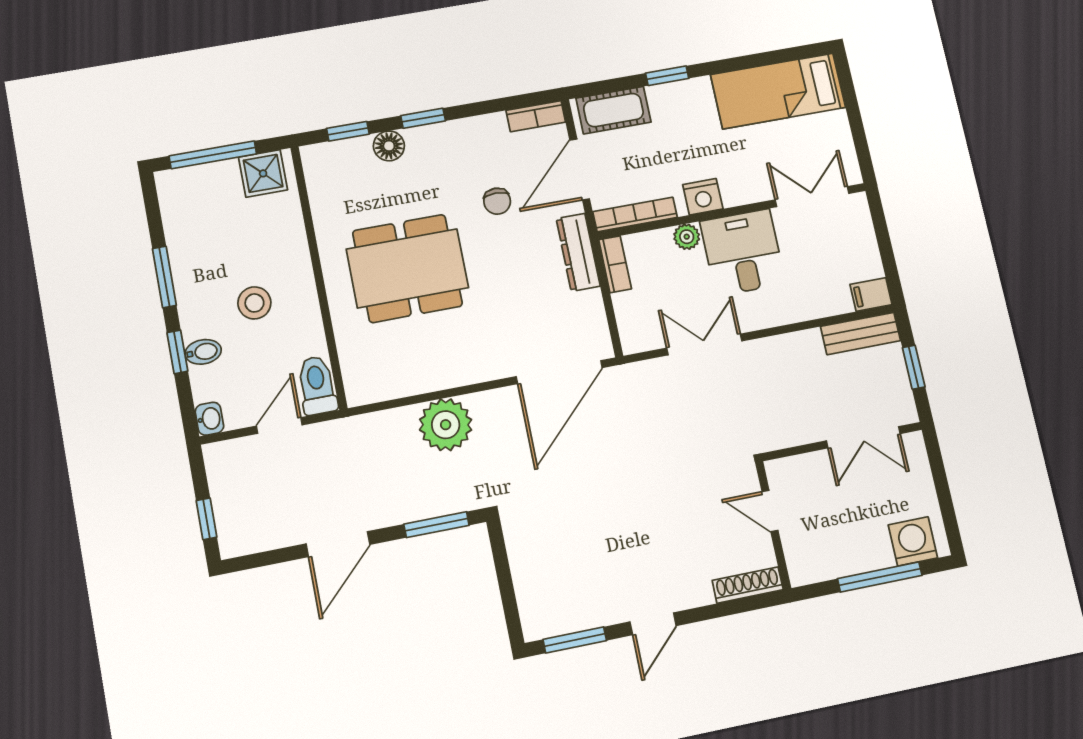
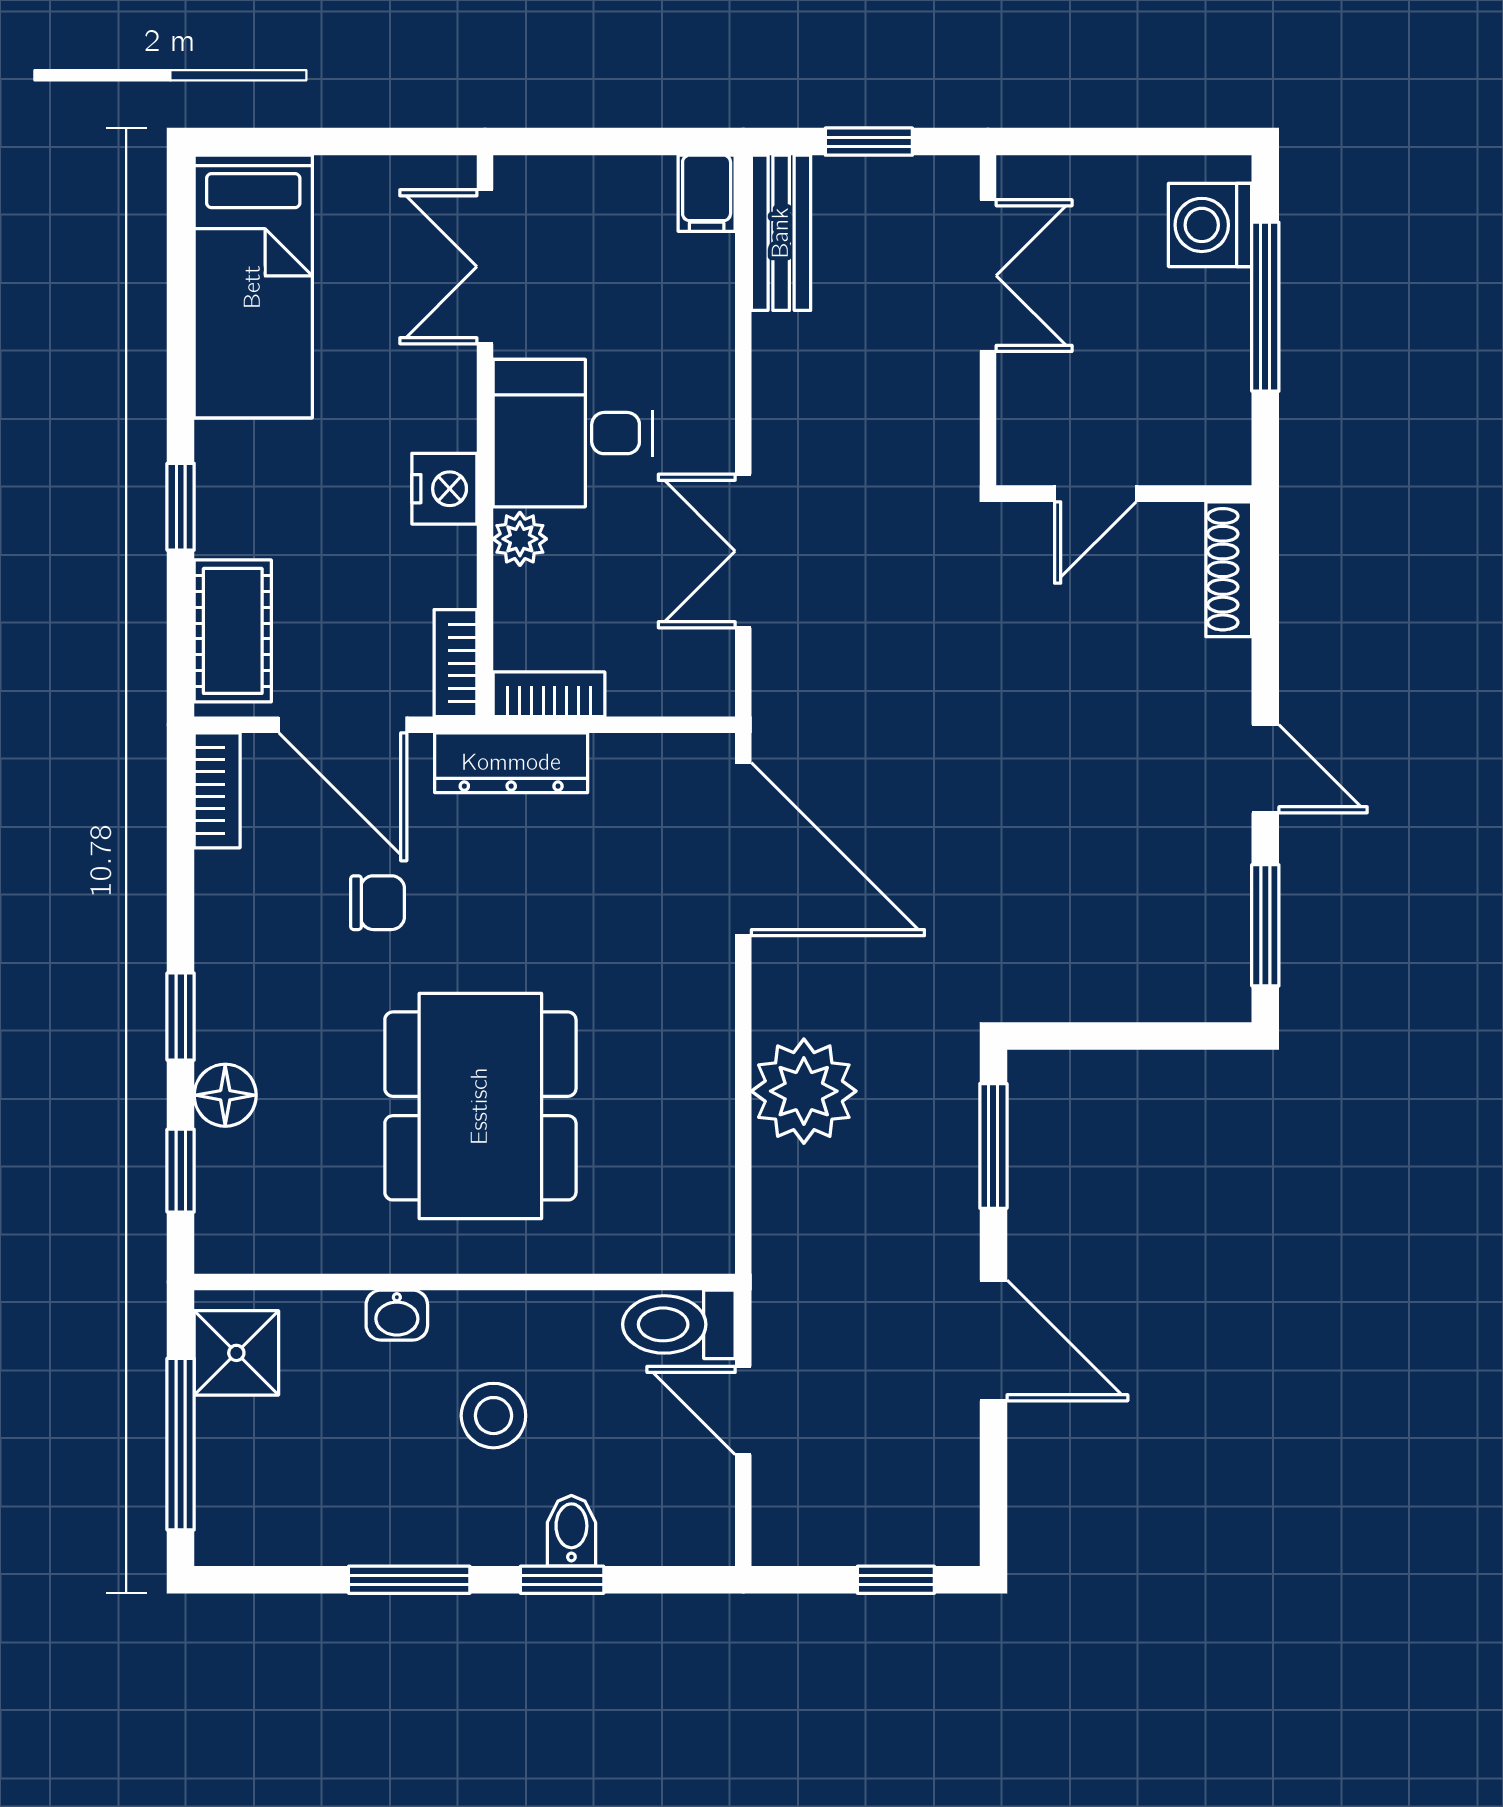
bookcase: (635, 214) -> (455, 663), width x0.64
washbasin: (209, 419) -> (397, 1315), moved, turned 180

